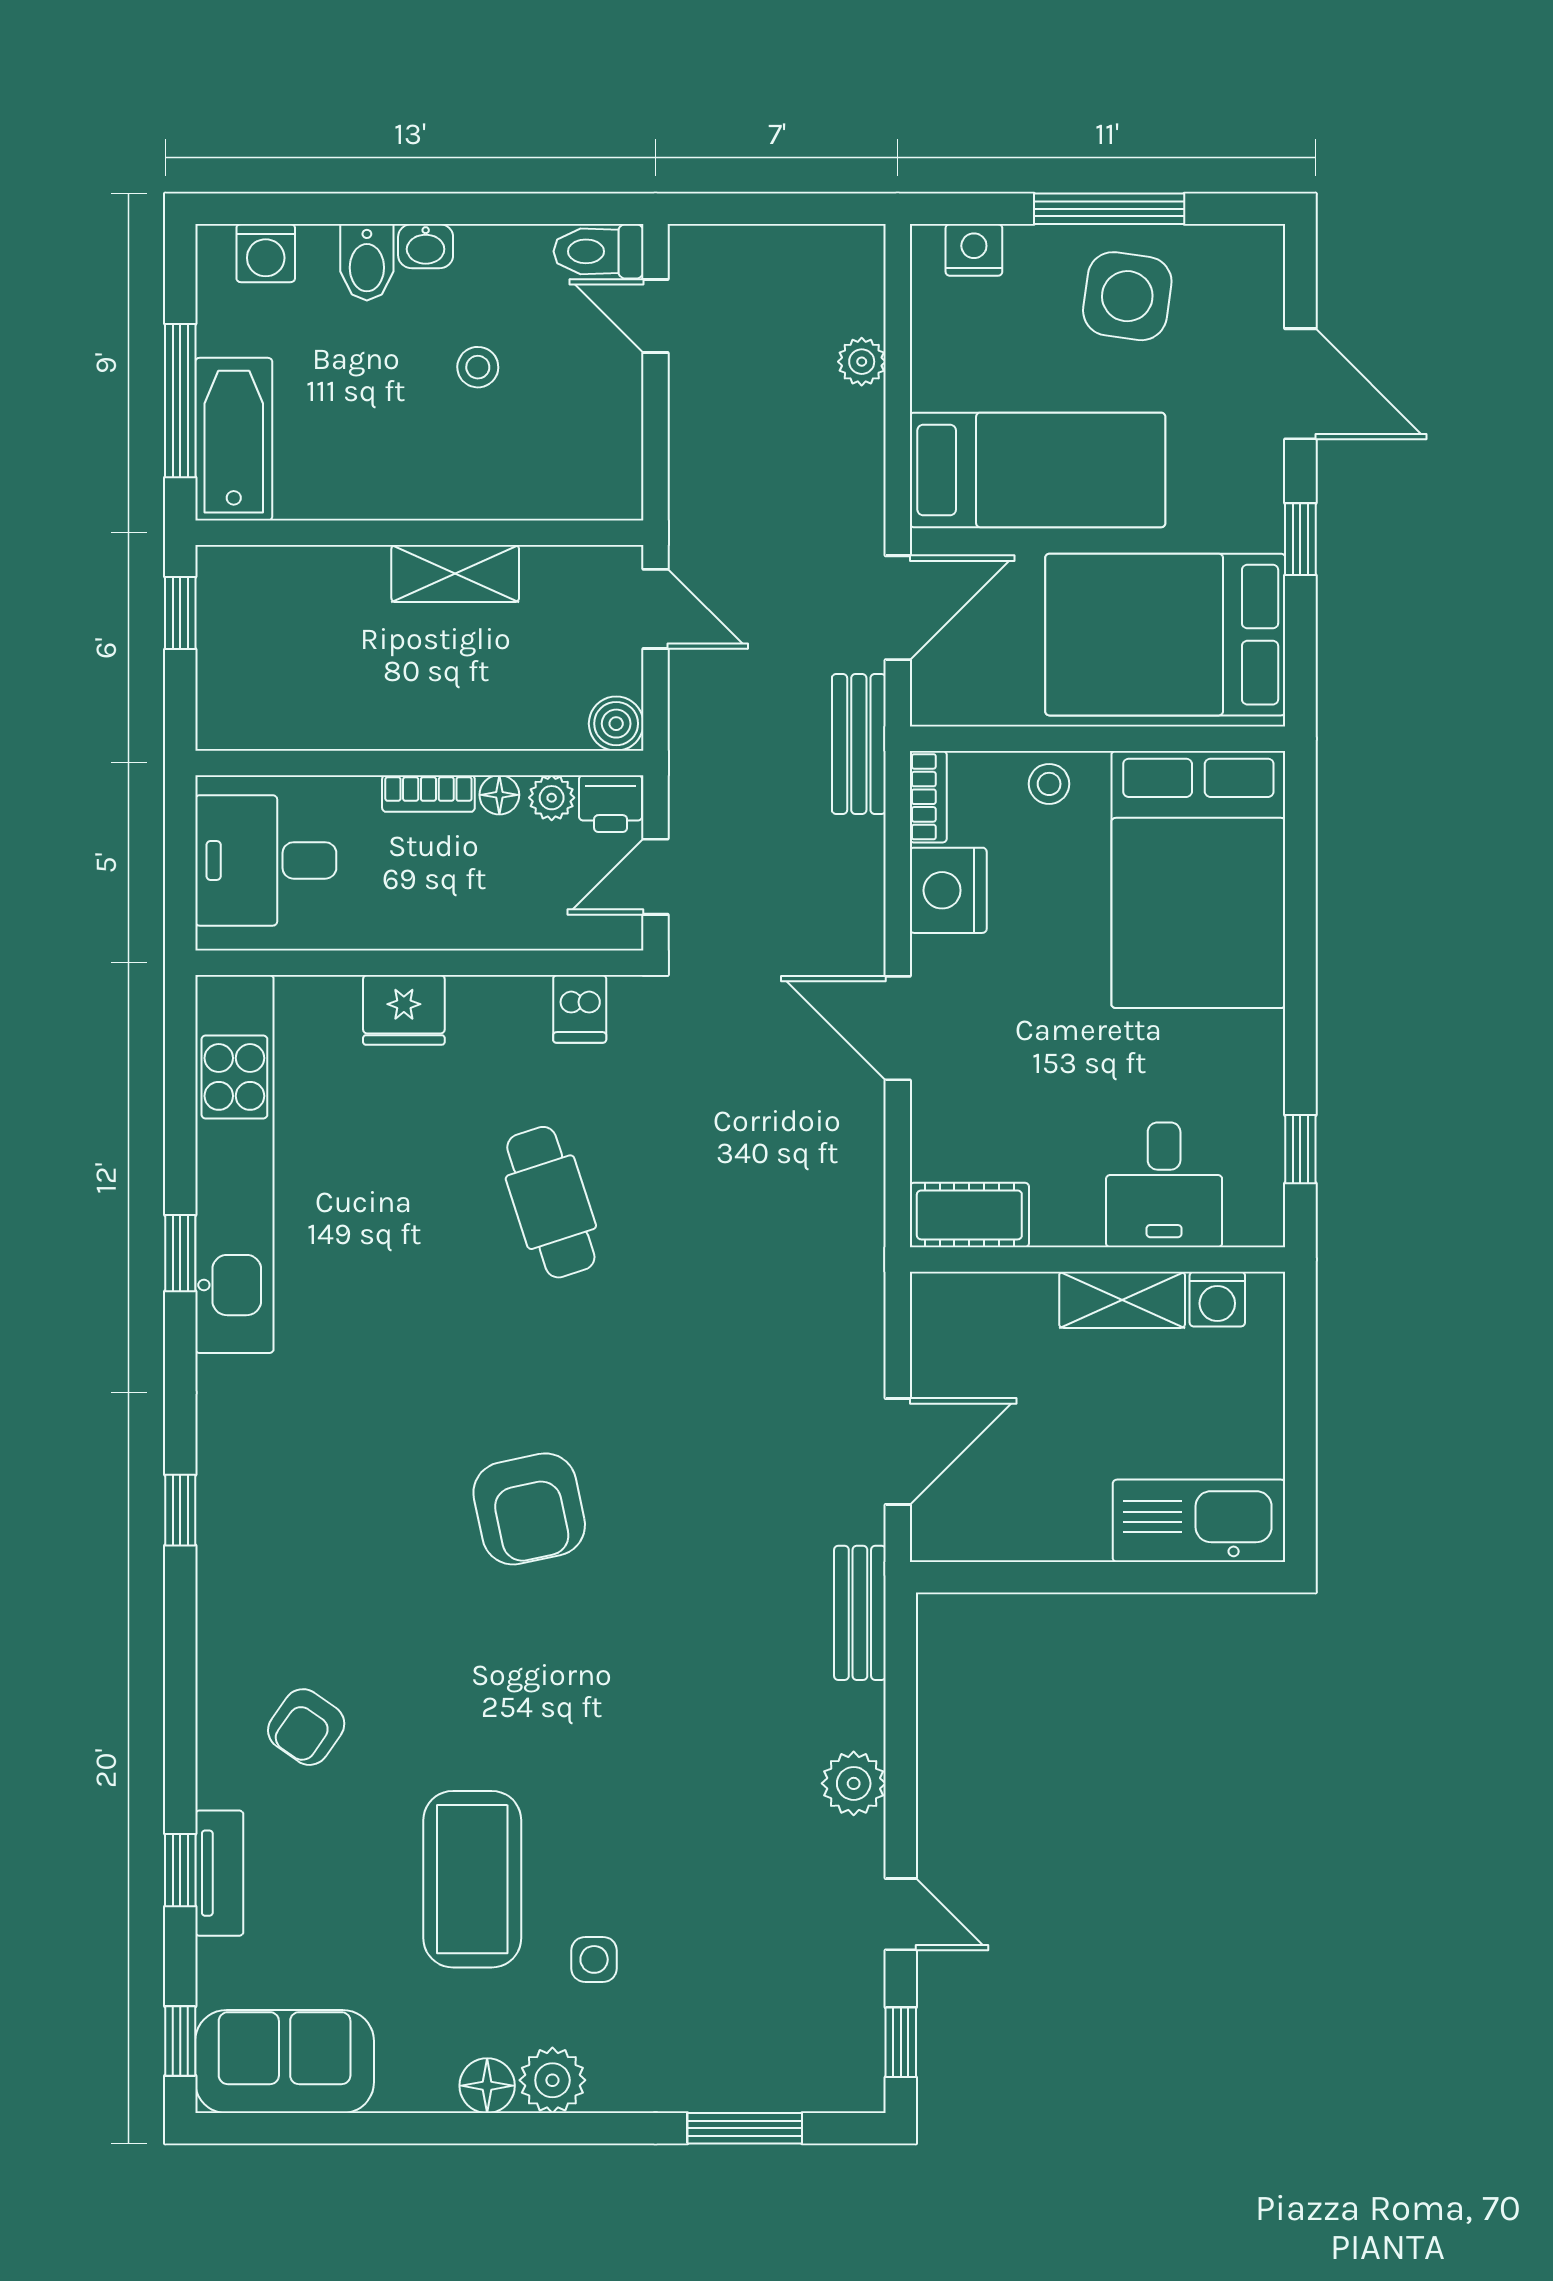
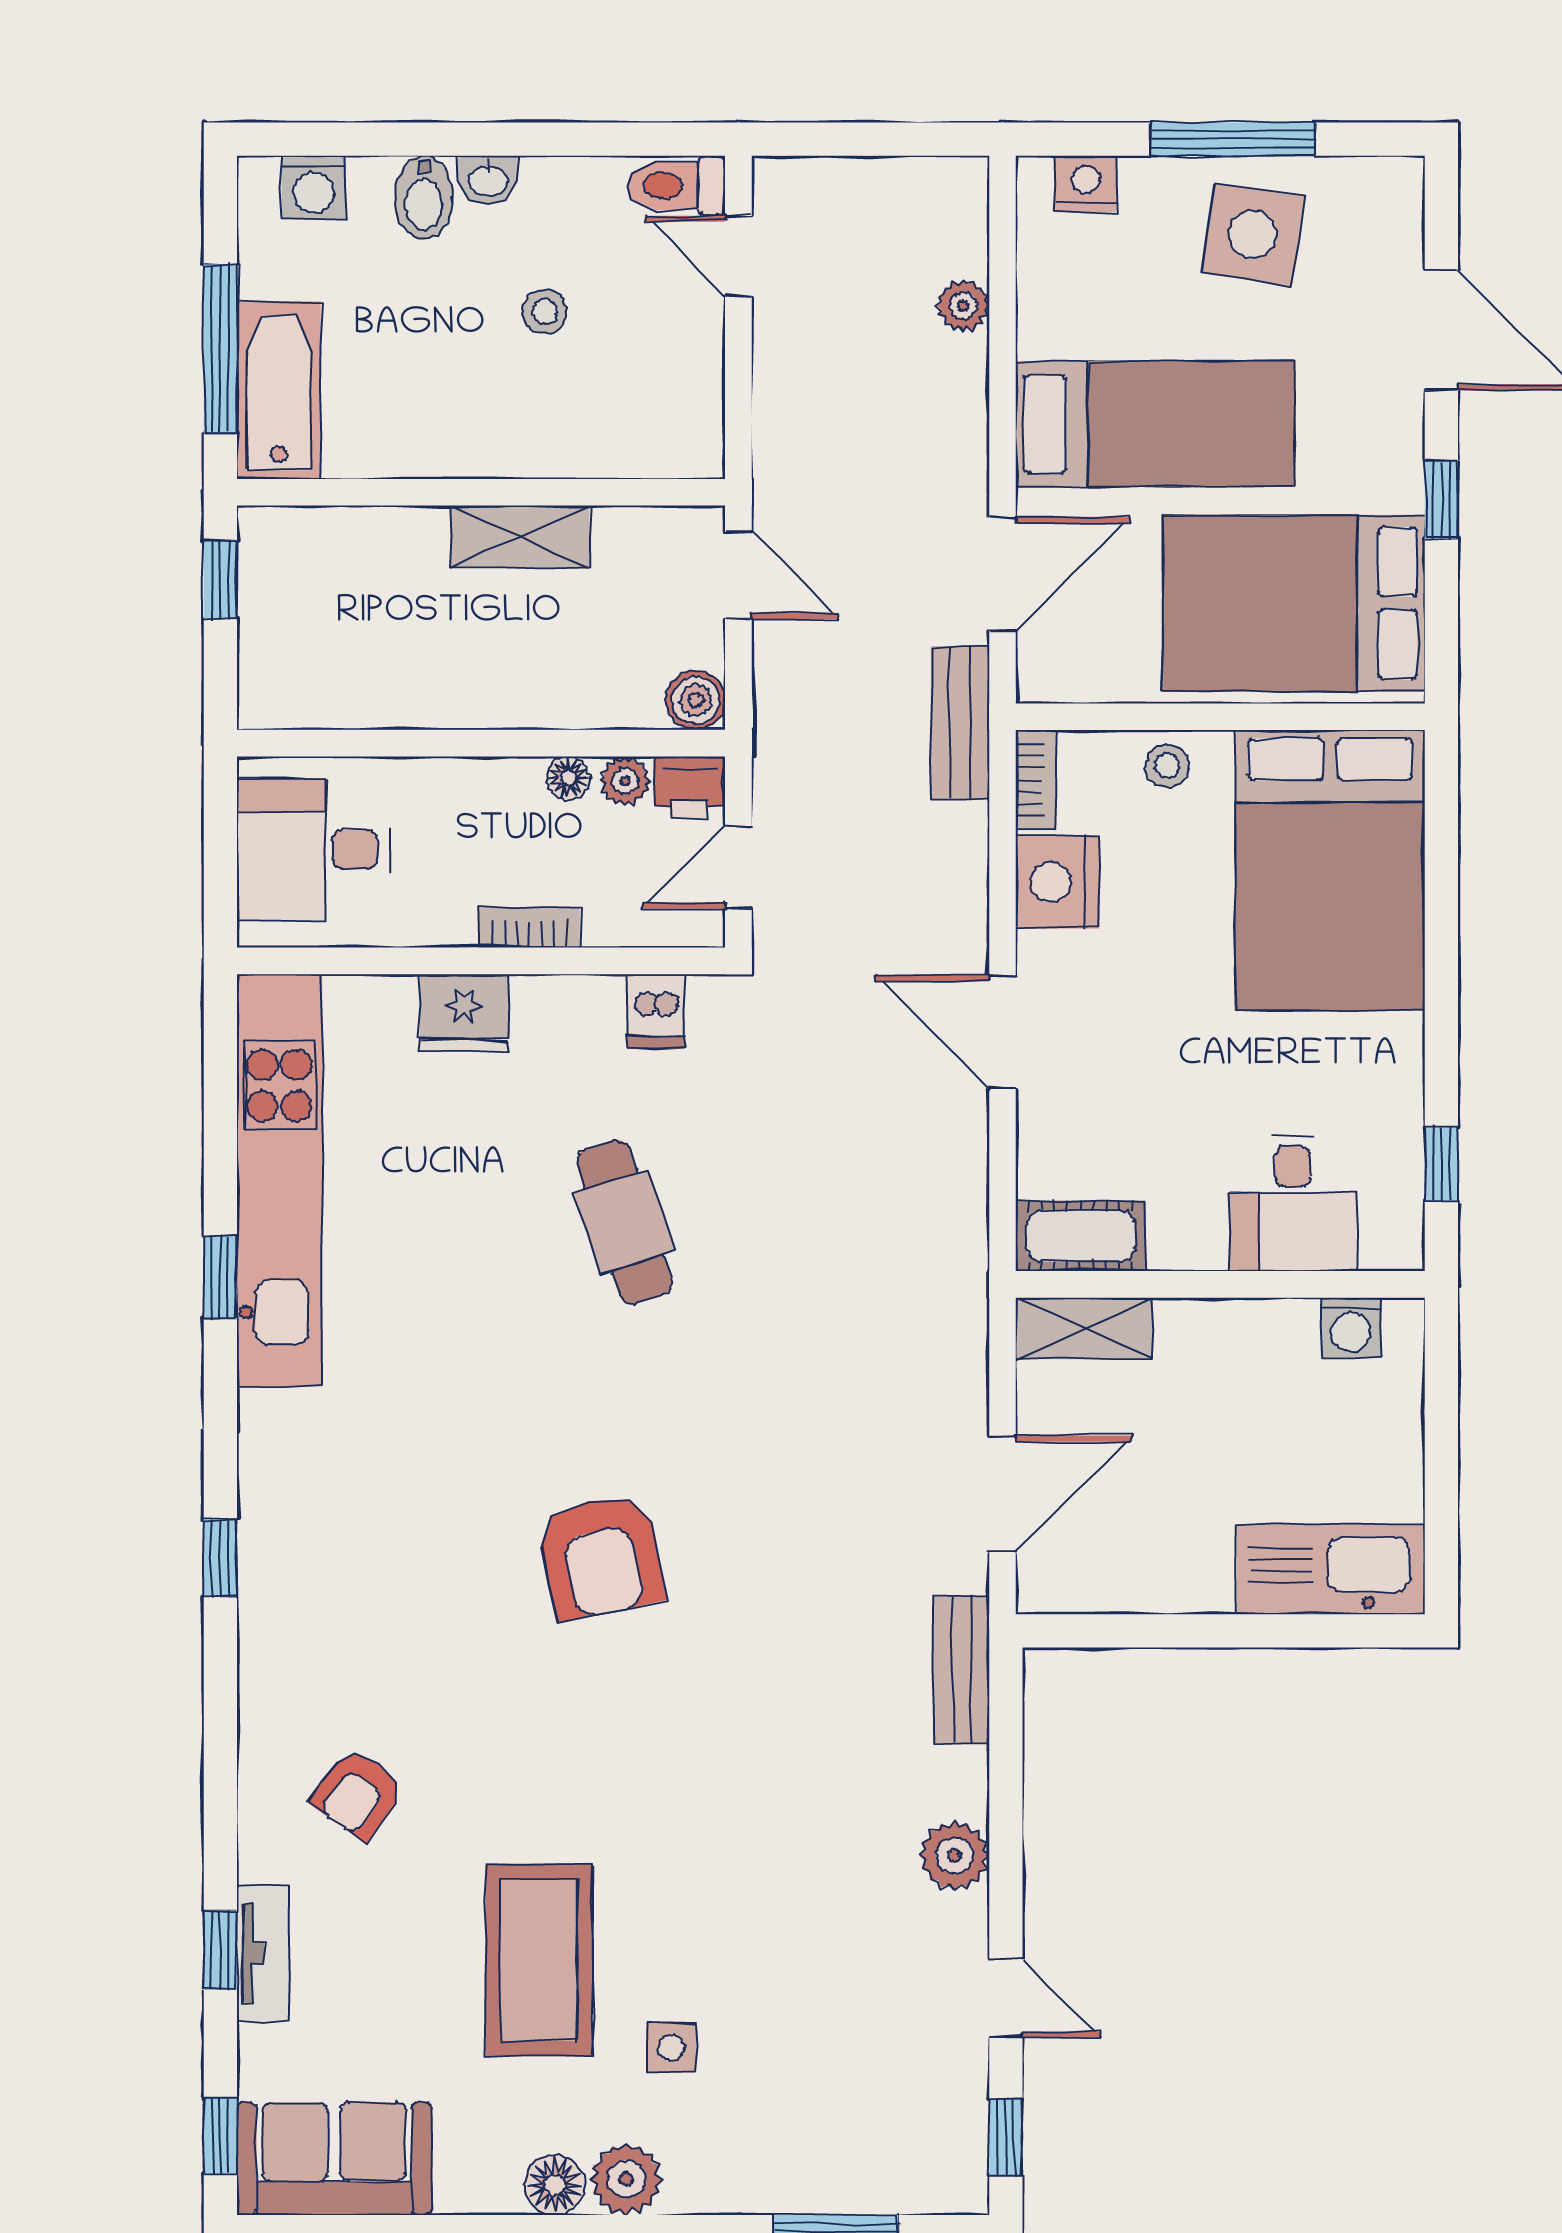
bookcase: (428, 793) -> (529, 928), moved, turned 180
shelving: (1122, 1300) -> (1084, 1328), moved

